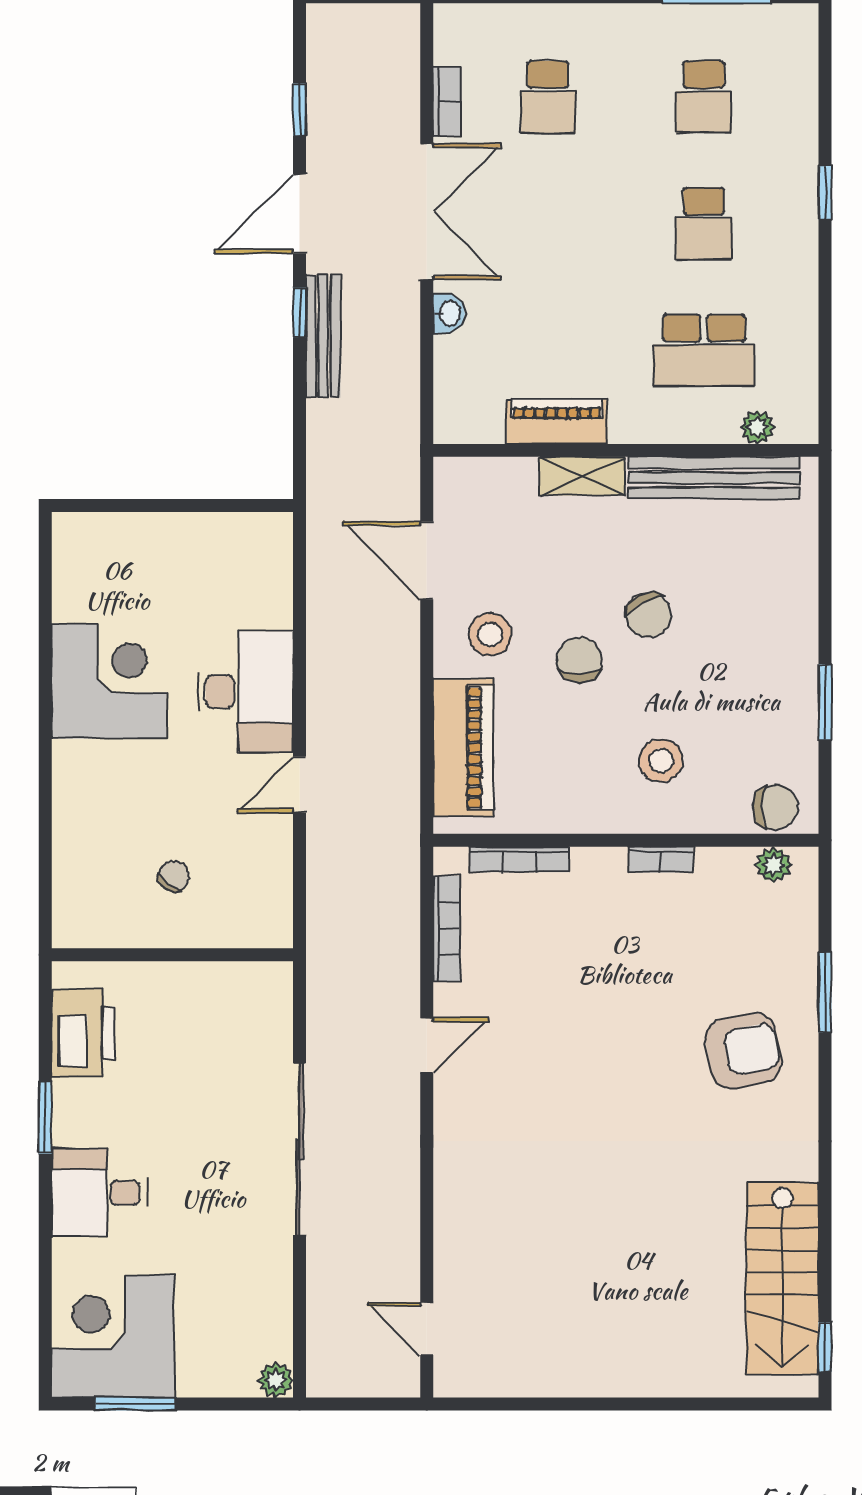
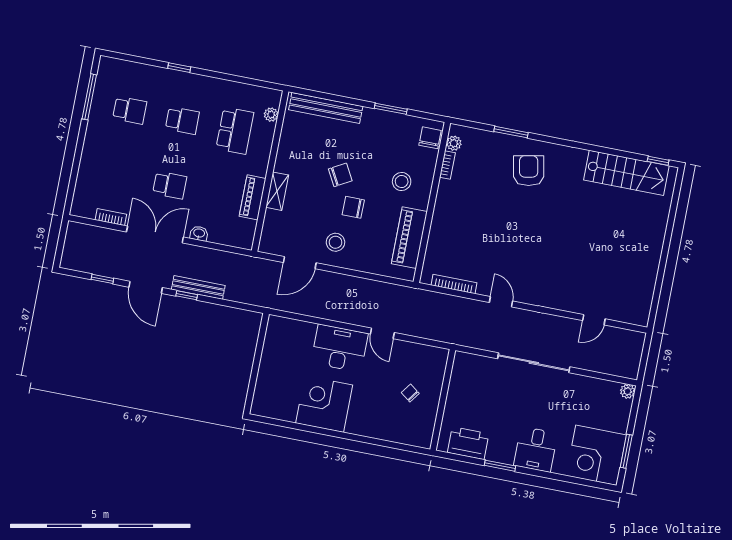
school desk: (548, 97) -> (170, 185), moved
bench: (714, 478) -> (326, 108), moved, turned 90
piano: (463, 748) -> (409, 238), moved, turned -90
bookcase: (519, 859) -> (431, 248), removed
bookcase: (661, 860) -> (447, 165), moved
door: (427, 1329) -> (594, 320), moved

